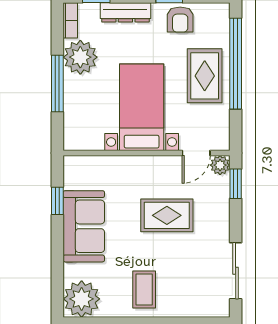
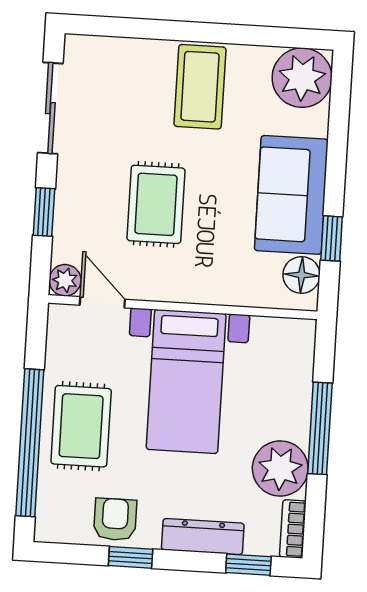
door: (196, 153) -> (102, 302), hinge flipped
floor lamp: (74, 177) -> (301, 275), added
window: (236, 184) -> (44, 212), moved
rug: (167, 215) -> (156, 204), turned 90
coffee table: (144, 290) -> (200, 87), width x1.36, depth x1.30

